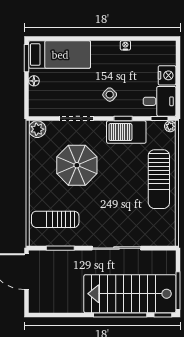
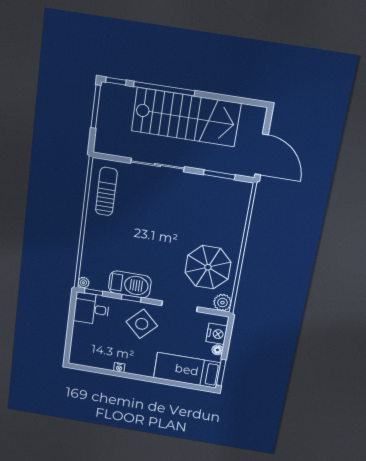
nightstand: (167, 75) -> (217, 334), moved, turned 180
side table: (110, 95) -> (142, 324), width x1.87, depth x1.87
parasol: (77, 165) -> (208, 267), moved
sun lounger: (159, 179) -> (106, 192), moved, width x0.73, depth x0.75
sun lounger: (55, 219) -> (220, 207), removed
stairs: (130, 294) -> (186, 117), moved

